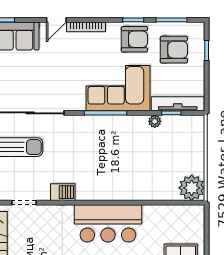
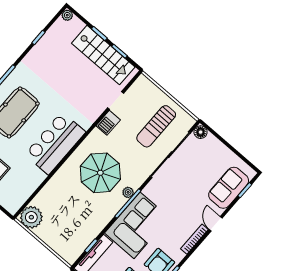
plant: (155, 121) -> (128, 192), moved
parasol: (100, 161) -> (100, 173), added
barbecue: (63, 192) -> (108, 123), moved

